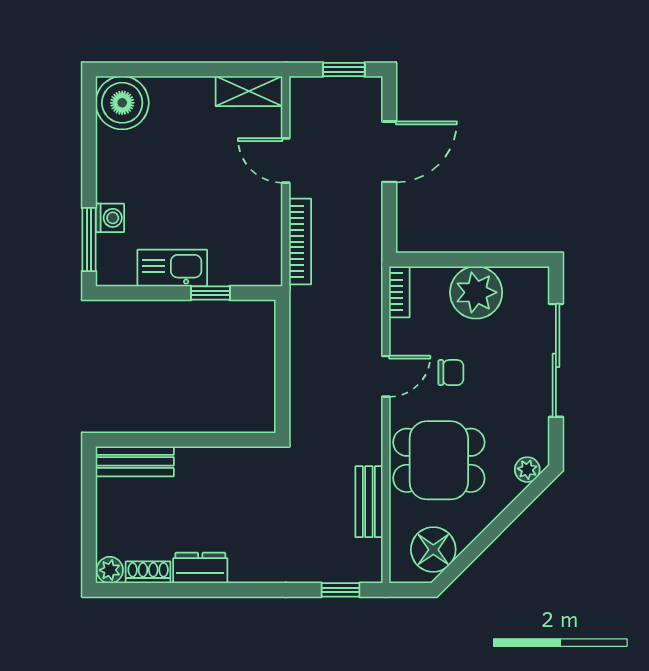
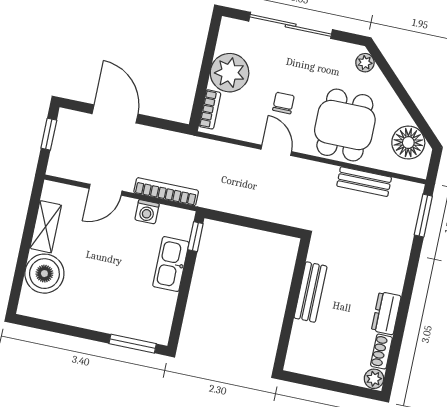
shelving: (249, 91) -> (46, 227), moved
boiler: (122, 103) -> (44, 274), moved
washing machine: (110, 218) -> (147, 212), moved, turned 180
kitchen sink: (172, 268) -> (171, 264), moved
bookcase: (399, 292) -> (210, 109), moved, turned 90
window: (210, 293) -> (195, 237), moved
bench: (135, 461) -> (310, 292), moved
window: (340, 590) -> (423, 216), width x1.50

